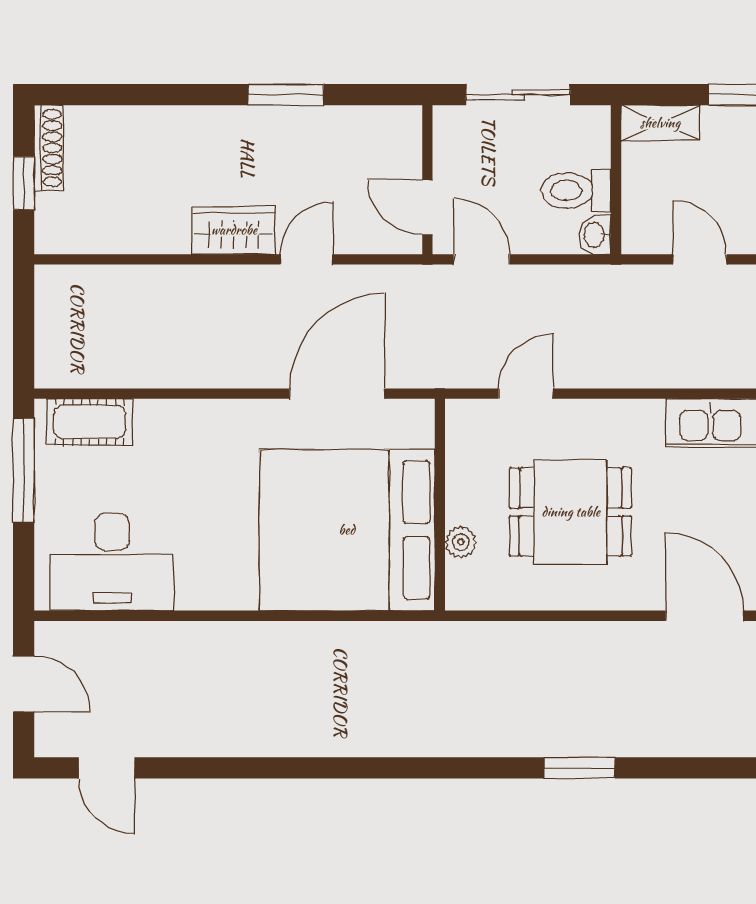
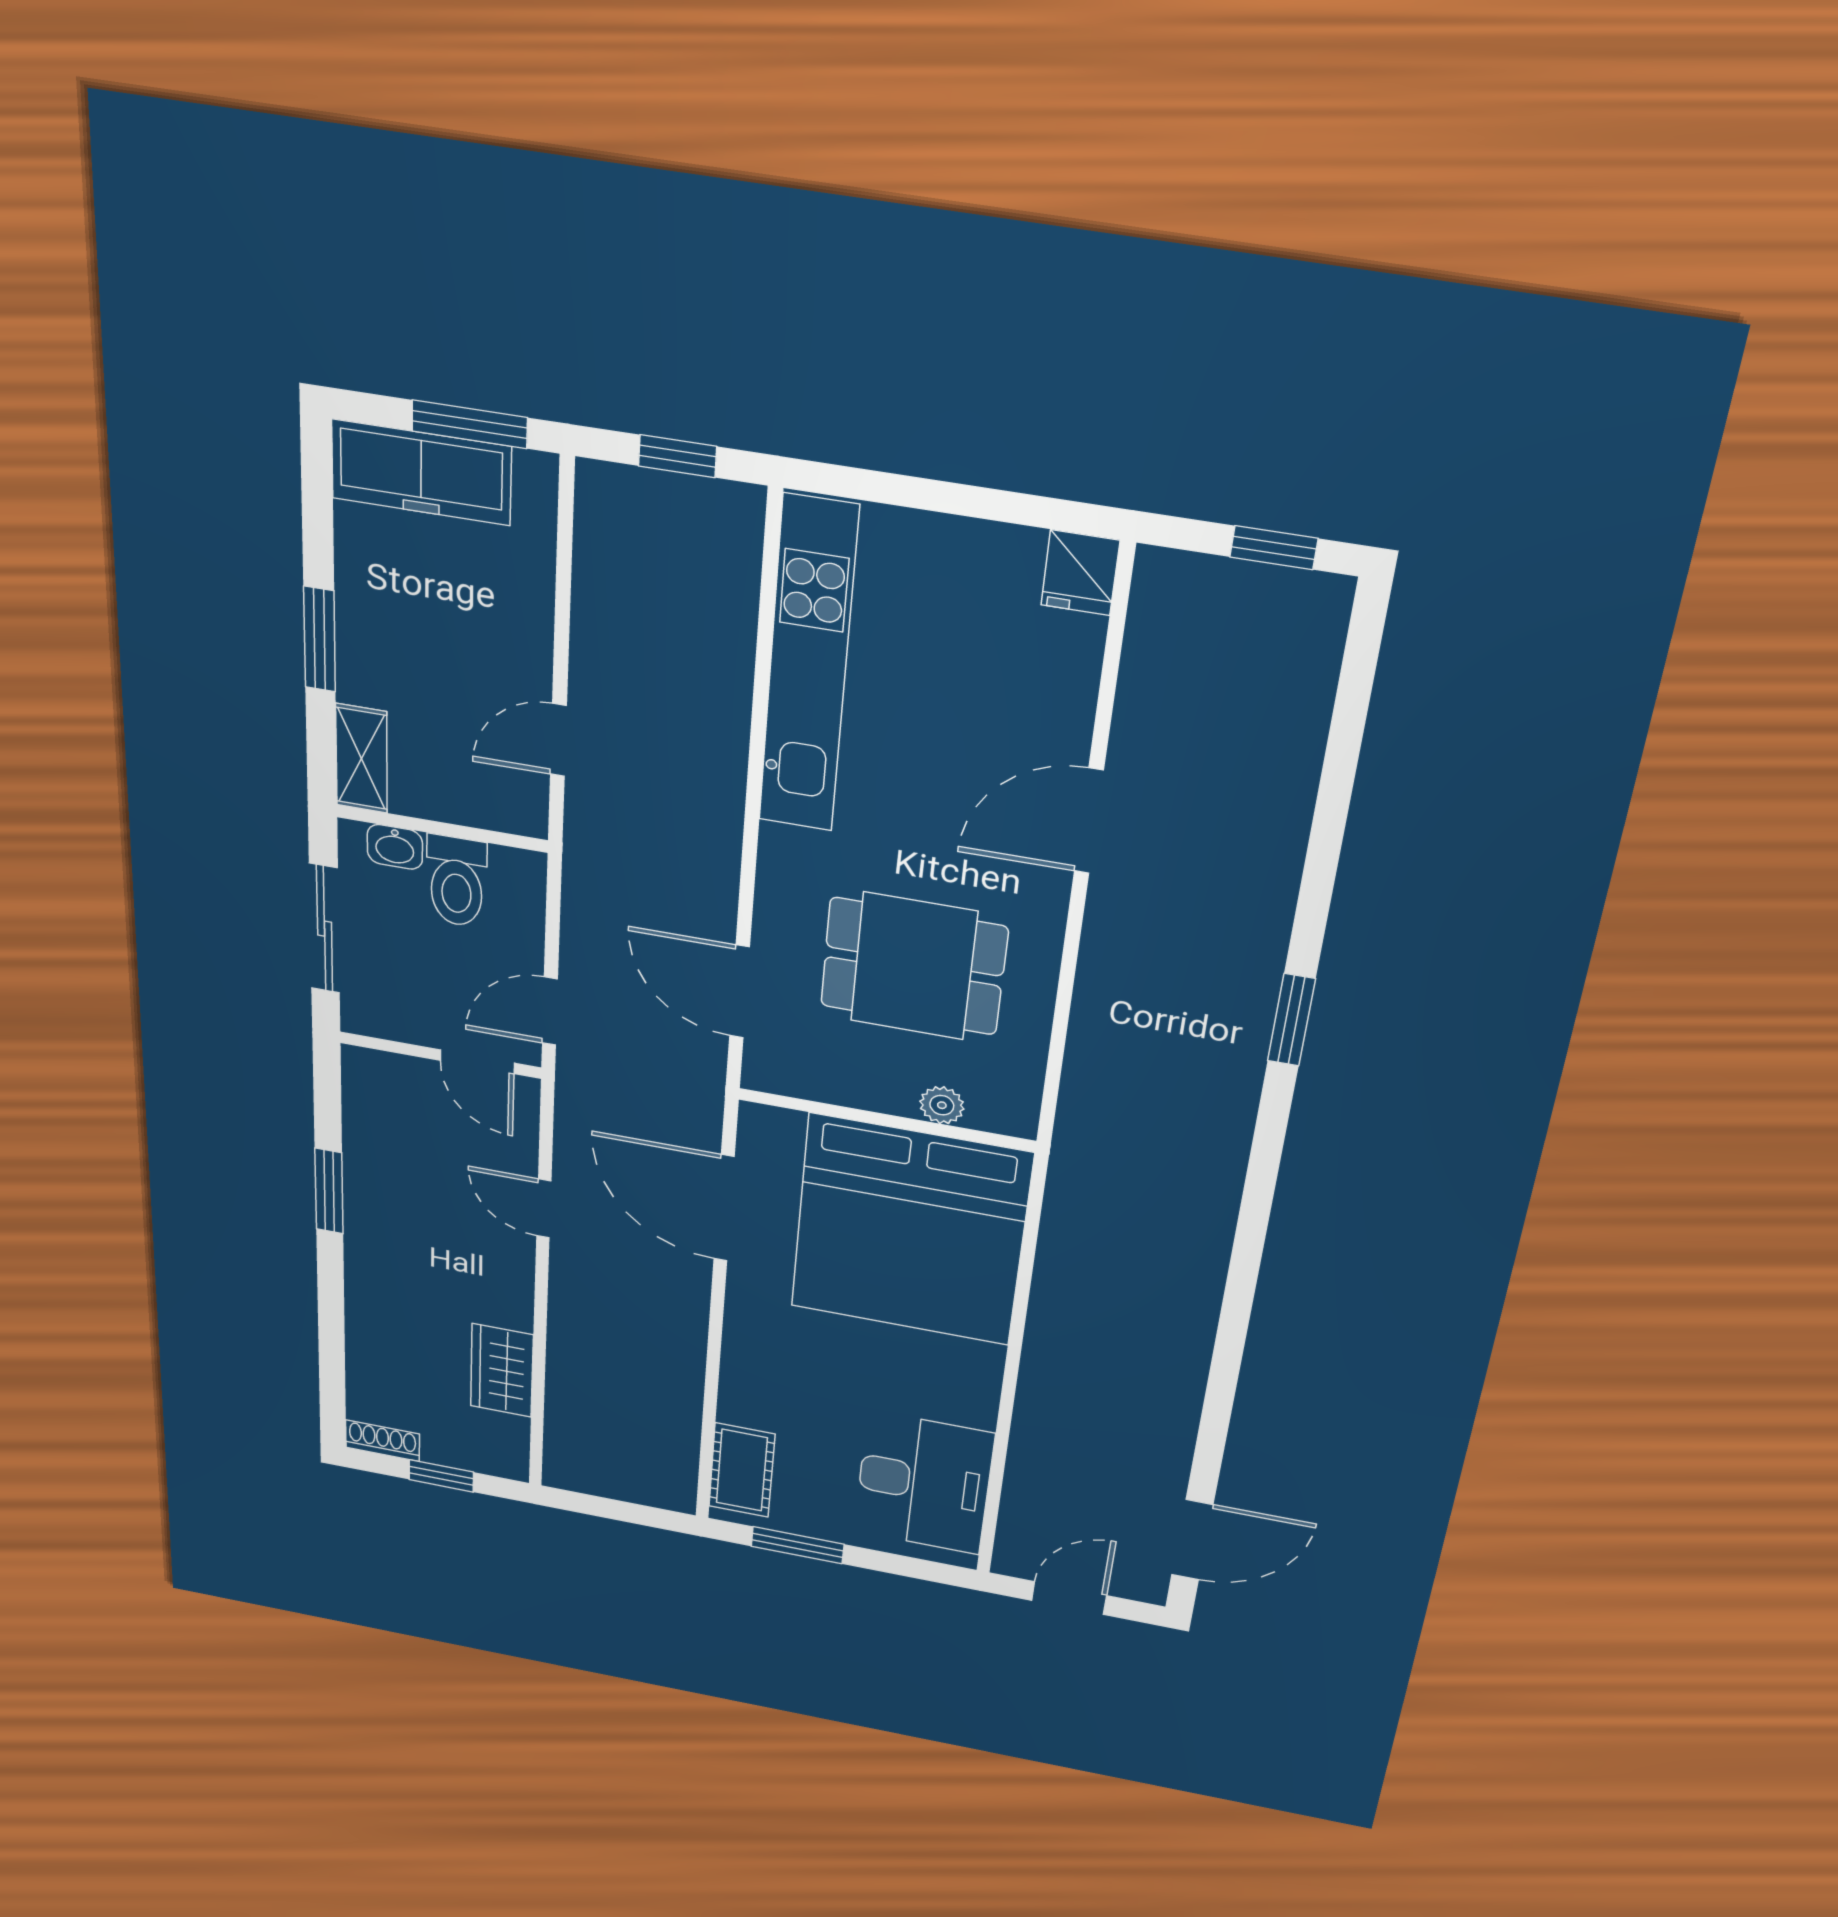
shoe rack: (49, 148) -> (383, 1441), width x0.70
door: (427, 207) -> (477, 1062), hinge flipped
wardrobe: (234, 230) -> (502, 1370), moved
washbasin: (595, 235) -> (395, 847), moved
door: (526, 394) -> (740, 992), width x1.38
window: (24, 470) -> (798, 1545), width x0.69
dining table: (571, 512) -> (914, 966), turned 90
door: (107, 768) -> (1192, 1540), width x1.38

